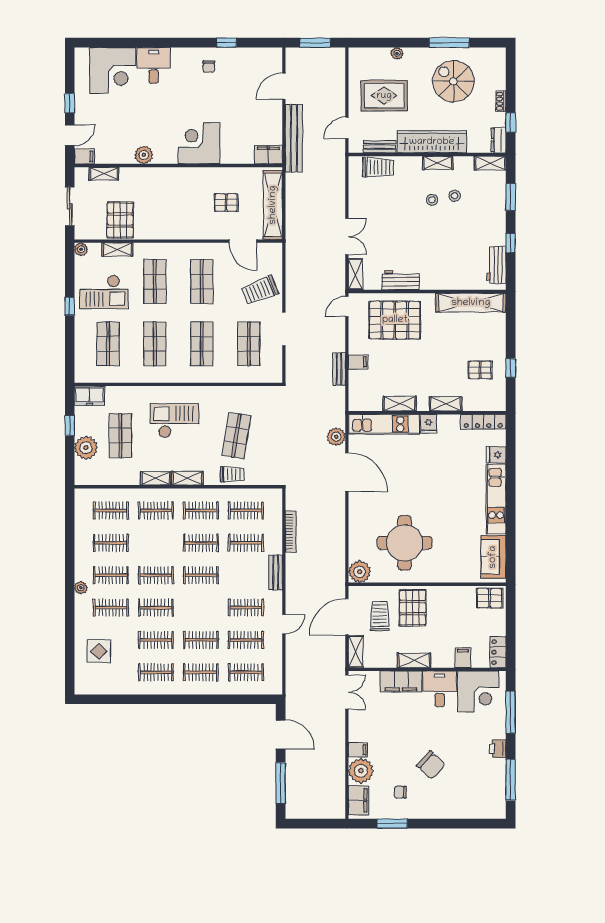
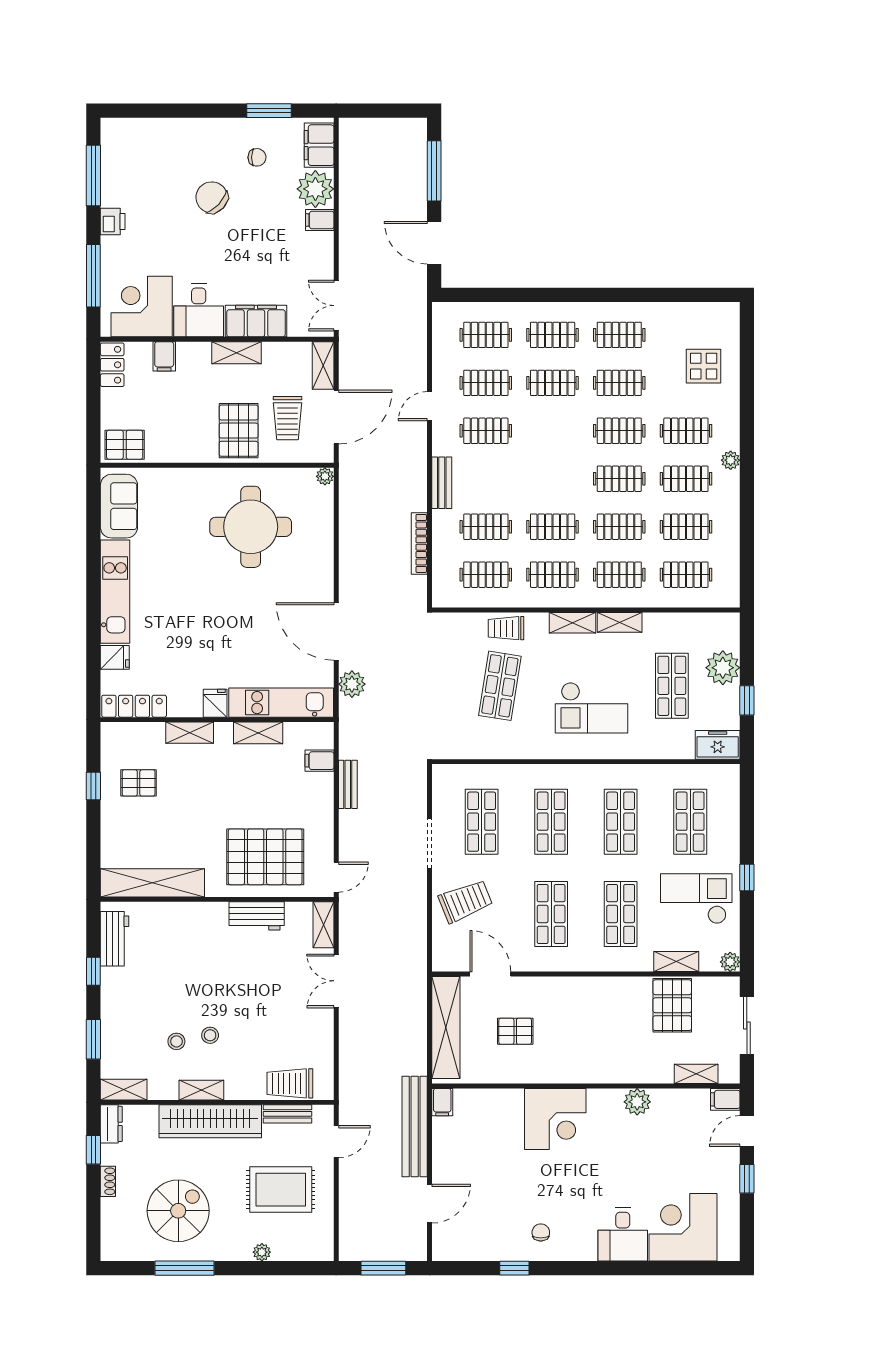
spiral stairs: (453, 81) -> (178, 1211), turned -90
filing cabinet: (268, 155) -> (442, 1102), width x0.50
filing cabinet: (358, 362) -> (320, 761), moved
plant: (360, 572) -> (325, 476), width x0.53, depth x0.53
clothes rail: (201, 575) -> (619, 527), moved

